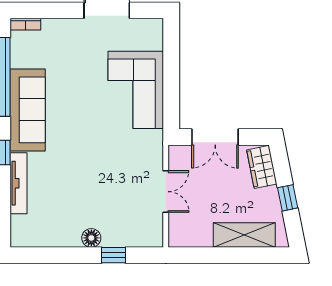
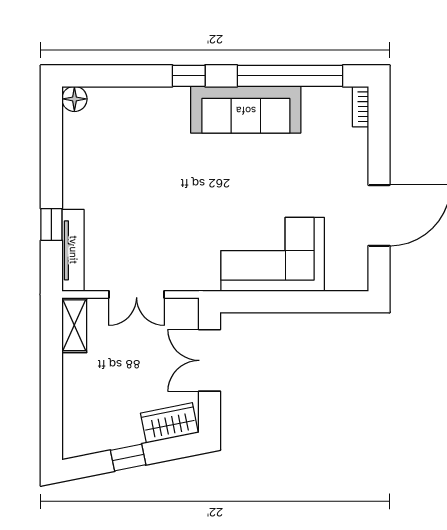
tv unit: (19, 183) -> (73, 250), moved, turned -90
shelving: (244, 235) -> (74, 325), moved, width x0.67, depth x0.75
floor lamp: (91, 238) -> (74, 99), moved

